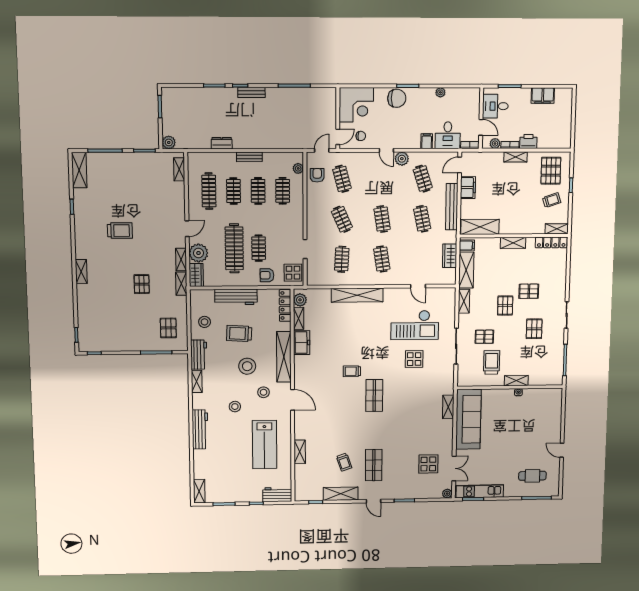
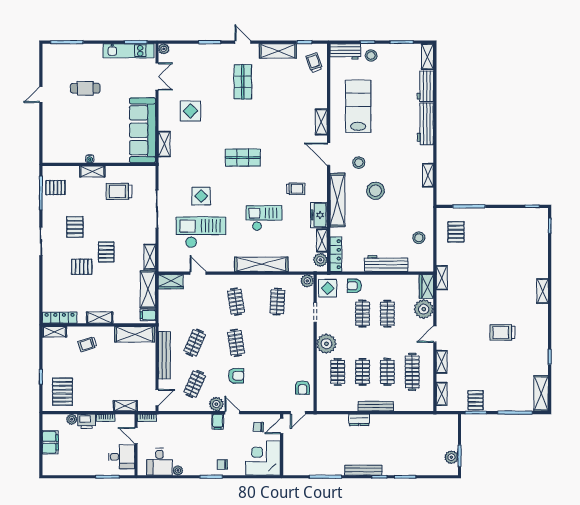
bench: (251, 92) -> (363, 470), width x1.36
filing cabinet: (543, 96) -> (50, 442), moved, turned 90
chair: (397, 98) -> (222, 464), width x0.54, depth x0.54
desk: (448, 135) -> (159, 462), moved, turned 180
filing cabinet: (427, 141) -> (218, 422), moved
plant: (169, 142) -> (451, 457), moved
dresser: (222, 143) -> (359, 420), moved
plant: (495, 144) -> (72, 419), moved
bench: (249, 157) -> (376, 406), width x1.36
shelving: (516, 157) -> (125, 406), moved
plant: (298, 168) -> (326, 344), moved, width x1.88, depth x1.88
clothes rail: (342, 179) -> (277, 384), removed
clothes rail: (423, 179) -> (195, 384), turned 42
armchair: (382, 187) -> (236, 376), added
filing cabinet: (468, 188) -> (148, 375), removed
trolley: (552, 200) -> (87, 344), moved
clothes rail: (342, 219) -> (277, 343), removed
clothes rail: (422, 219) -> (195, 343), turned 36
clothes rail: (234, 248) -> (387, 314), width x0.54, depth x0.76
wardrobe: (450, 256) -> (171, 282), moved, turned 90
shelving: (181, 260) -> (442, 362), moved
armchair: (267, 275) -> (354, 286), turned 180
plant: (313, 280) -> (307, 281), added
pallet: (142, 284) -> (476, 400), moved
trolley: (239, 333) -> (383, 225), removed
pallet: (484, 337) -> (55, 188), moved
checkout: (354, 339) -> (264, 218), added
workbench: (199, 355) -> (425, 86), moved
trolley: (492, 362) -> (119, 191), turned 90
trolley: (352, 371) -> (296, 189), moved
shop shelf: (374, 395) -> (243, 158), turned 90
stool: (235, 407) -> (371, 56), moved
door: (562, 450) -> (41, 95), swing flipped
shelving: (300, 452) -> (321, 122), moved
trolley: (344, 462) -> (314, 63), moved
display table: (428, 464) -> (190, 111), moved
double door: (454, 469) -> (157, 76), swing flipped
cafe table: (532, 476) -> (85, 88), moved

